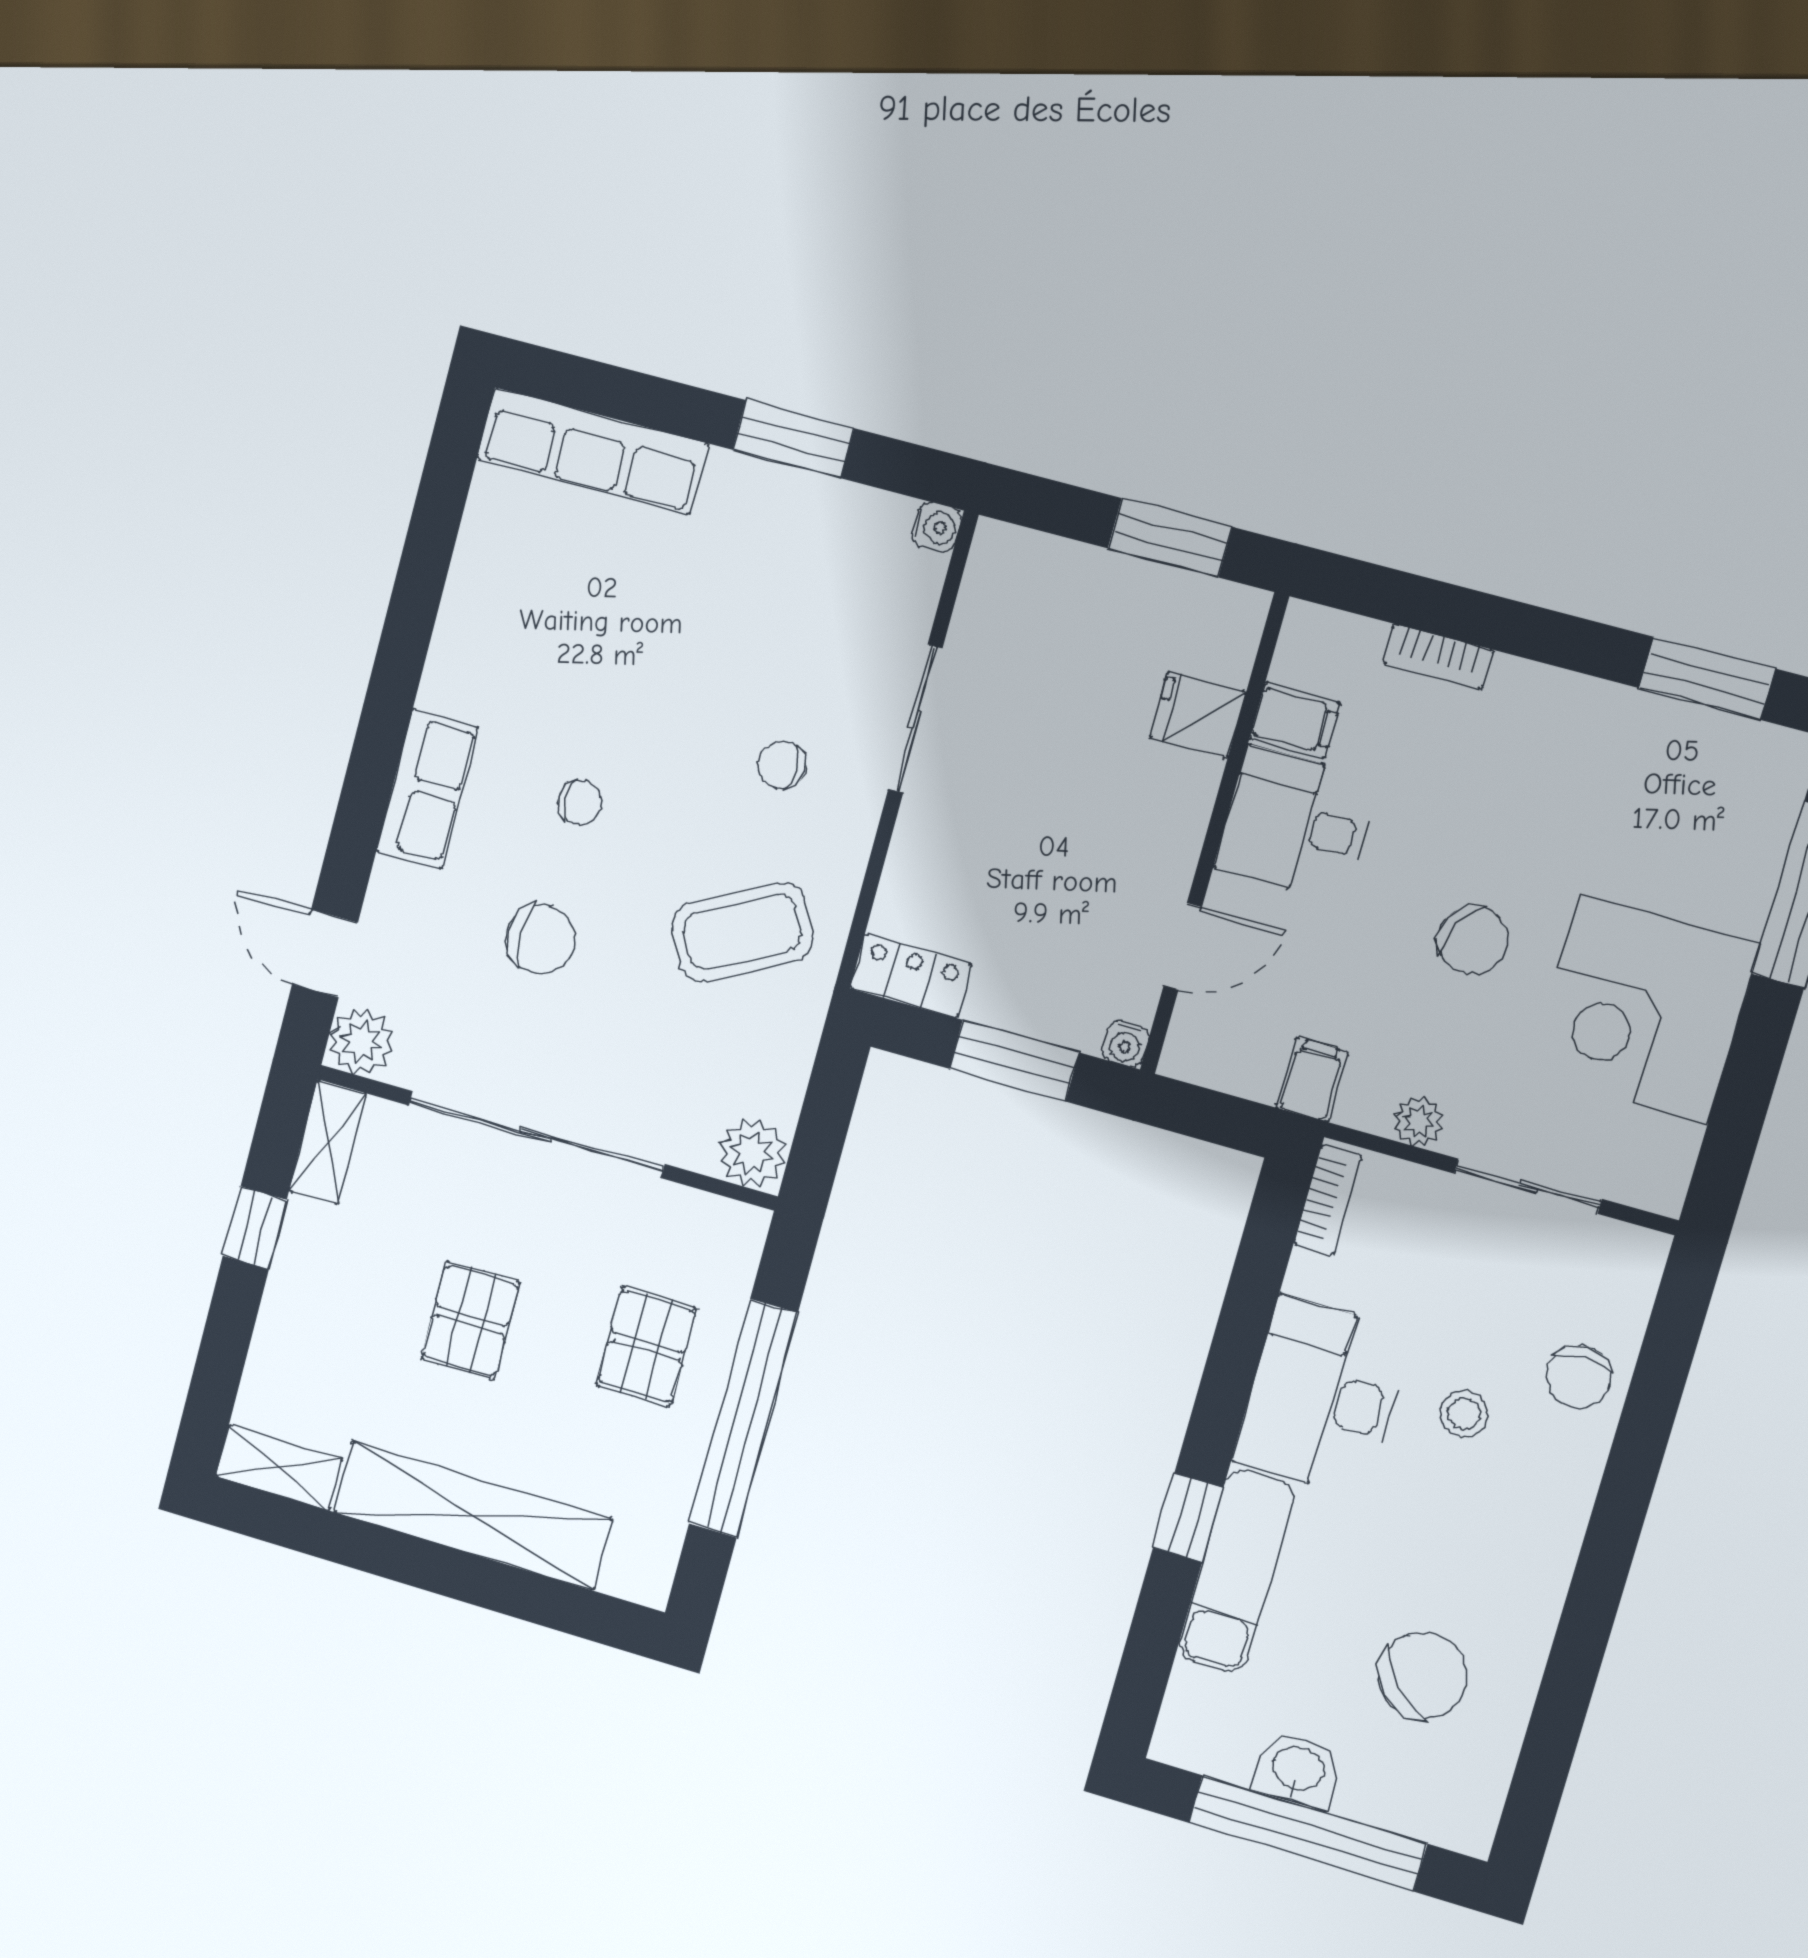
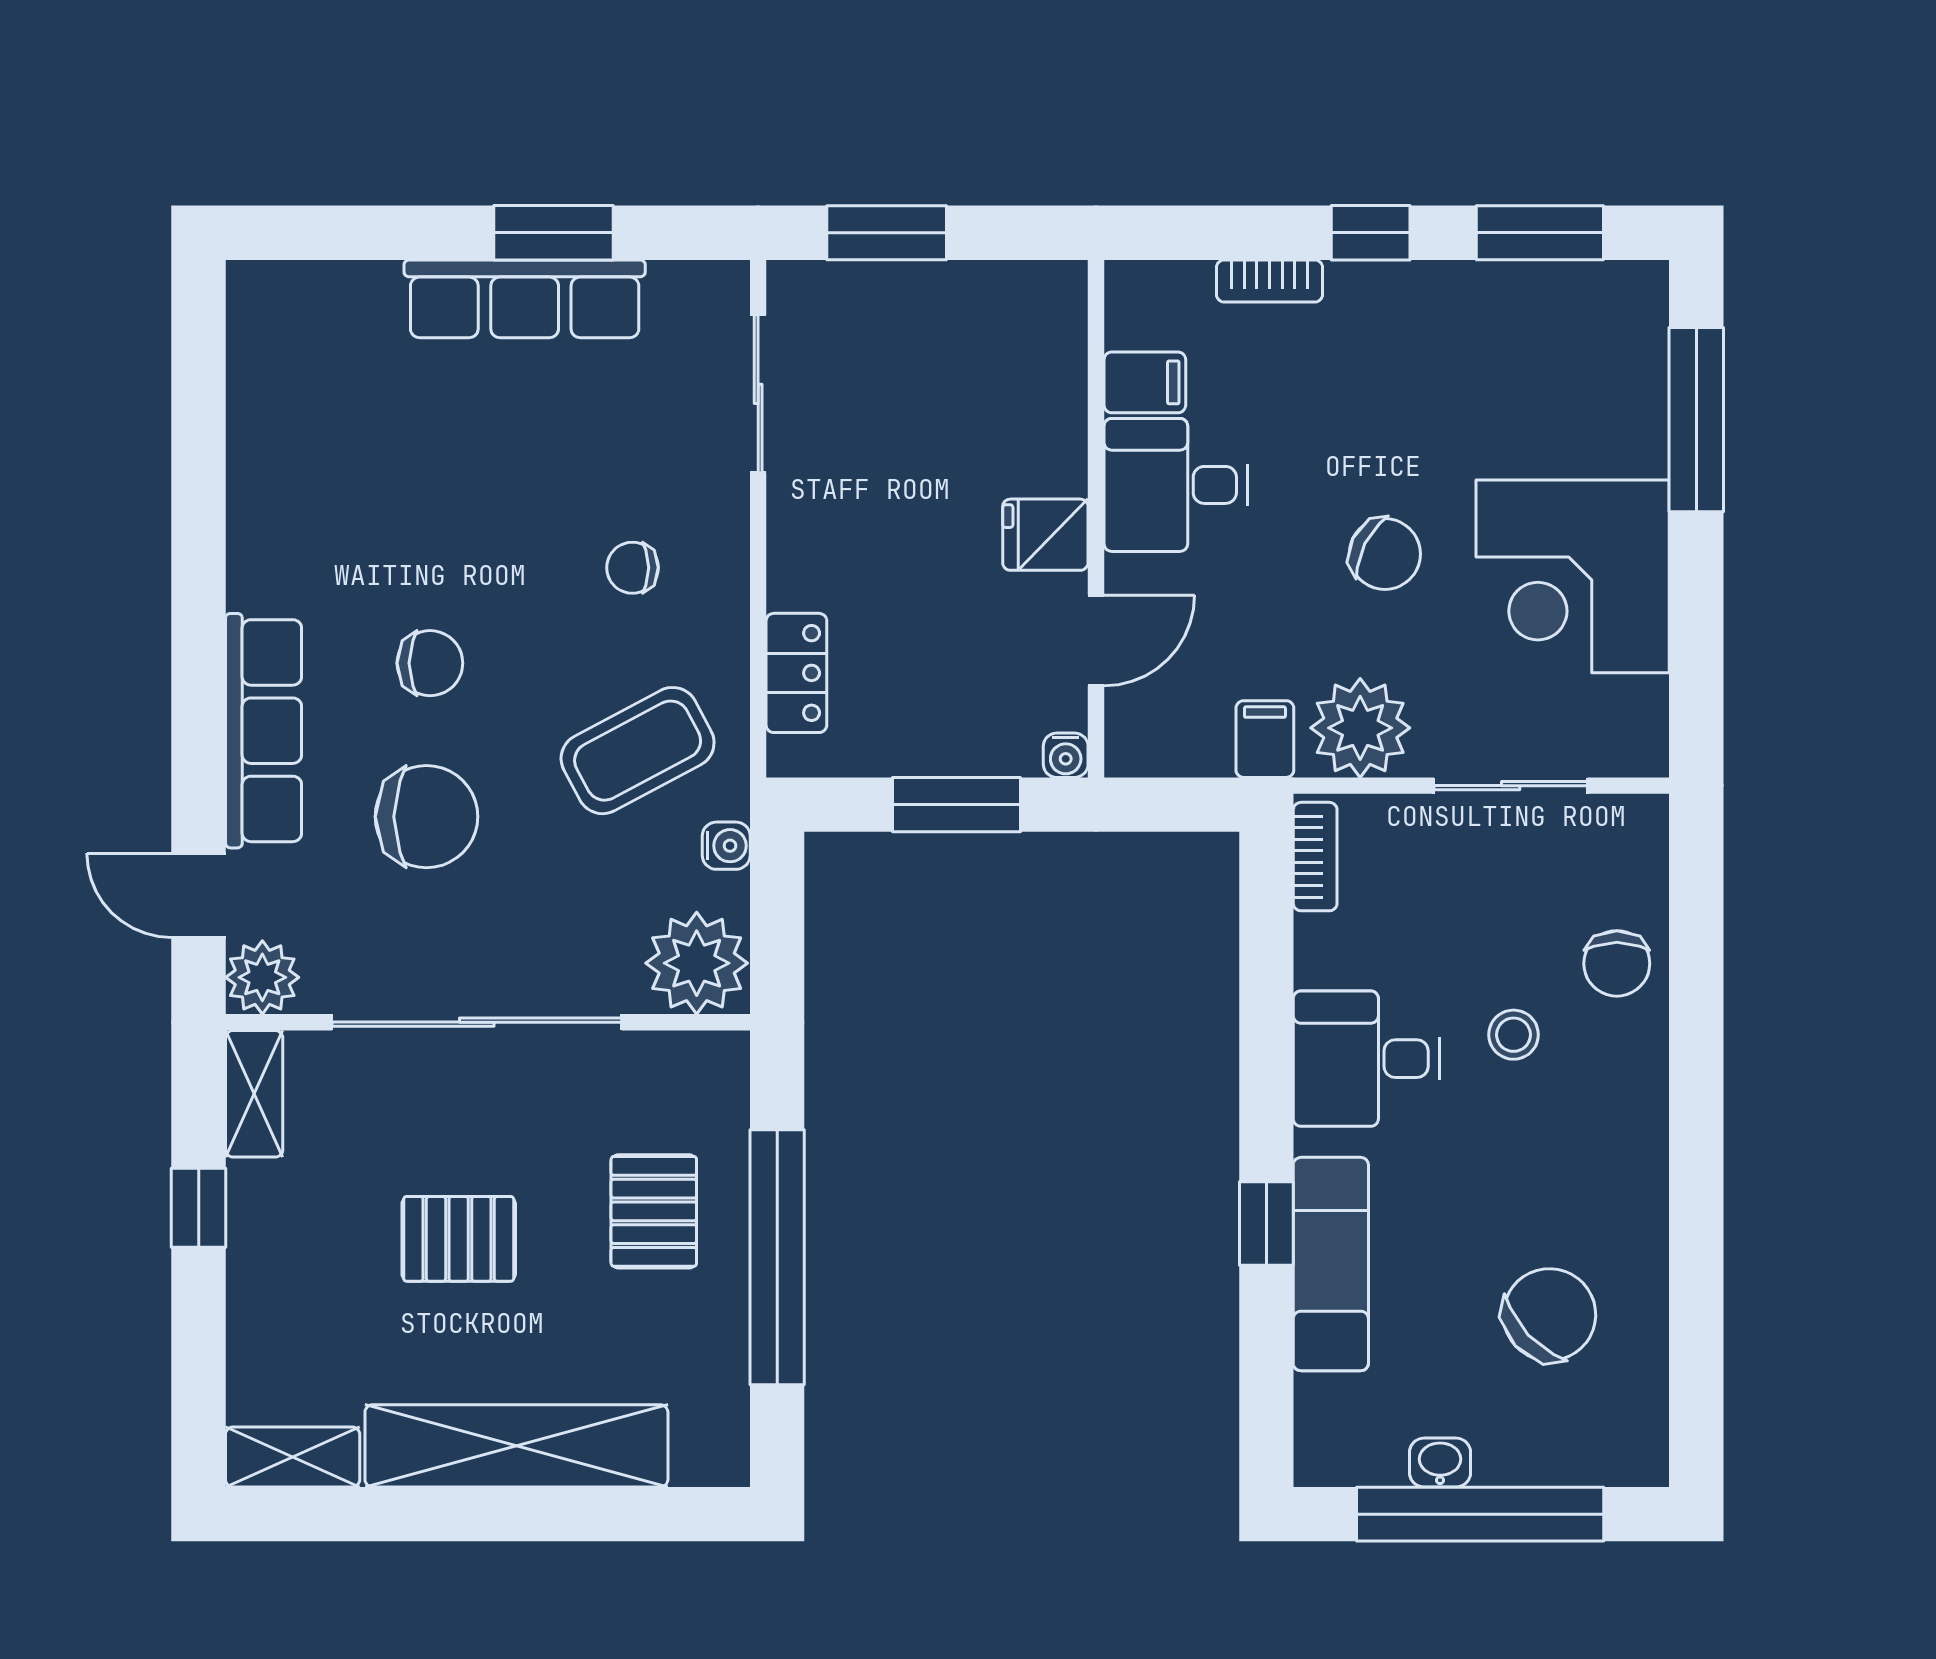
row of seats: (592, 451) -> (525, 299), moved
water cooler: (936, 527) -> (726, 846), moved
window: (1170, 538) -> (887, 233), moved
window: (1546, 636) -> (1371, 233), added
fridge: (1198, 715) -> (1045, 535), moved
sliding door: (915, 719) -> (758, 394), moved
row of seats: (427, 789) -> (264, 731), width x1.48
chair: (580, 802) -> (430, 663), width x1.37, depth x1.37
chair: (541, 939) -> (426, 817), width x1.37, depth x1.37
locker: (911, 976) -> (796, 673), moved, turned 90
plant: (1419, 1121) -> (1360, 728), width x1.88, depth x1.88
plant: (752, 1153) -> (697, 963), width x1.36, depth x1.36
pallet: (470, 1321) -> (459, 1239), turned 90
desk: (1322, 1397) -> (1367, 1059), width x0.73
washbasin: (1298, 1770) -> (1440, 1463), width x0.72, depth x0.69

